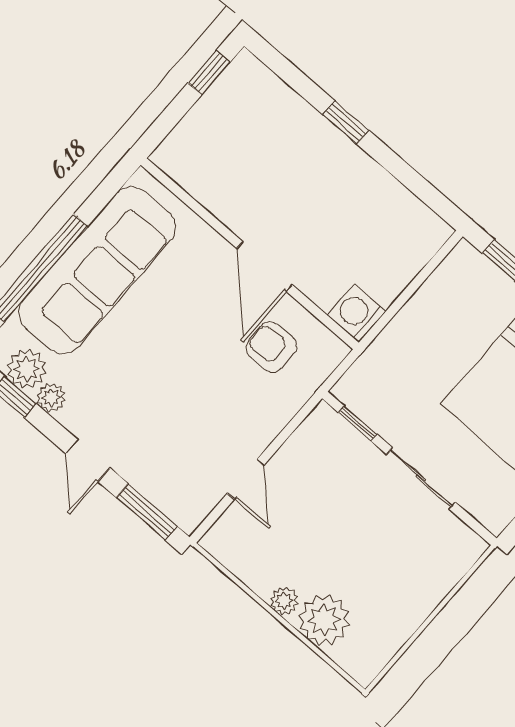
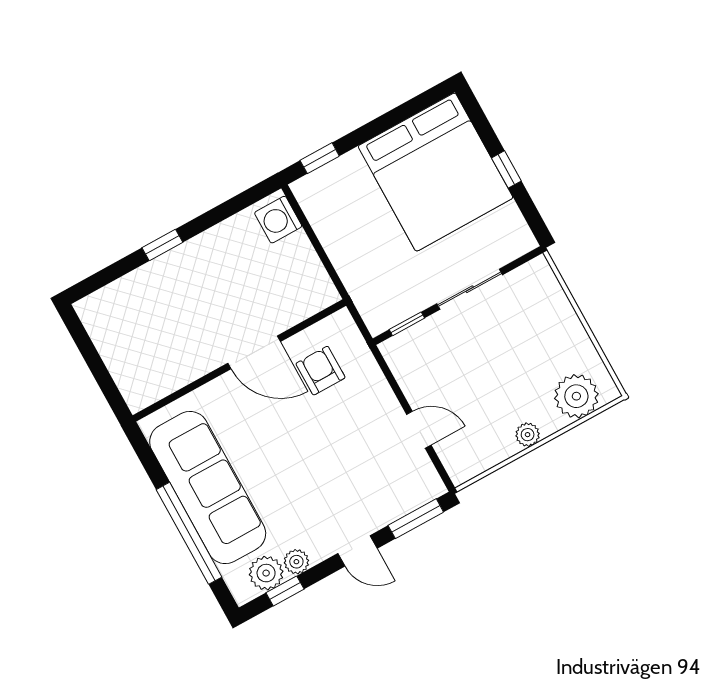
window: (209, 73) -> (82, 340), removed
washing machine: (357, 313) -> (278, 220), moved
armchair: (271, 347) -> (321, 371), turned 90
plant: (324, 620) -> (576, 396), moved

